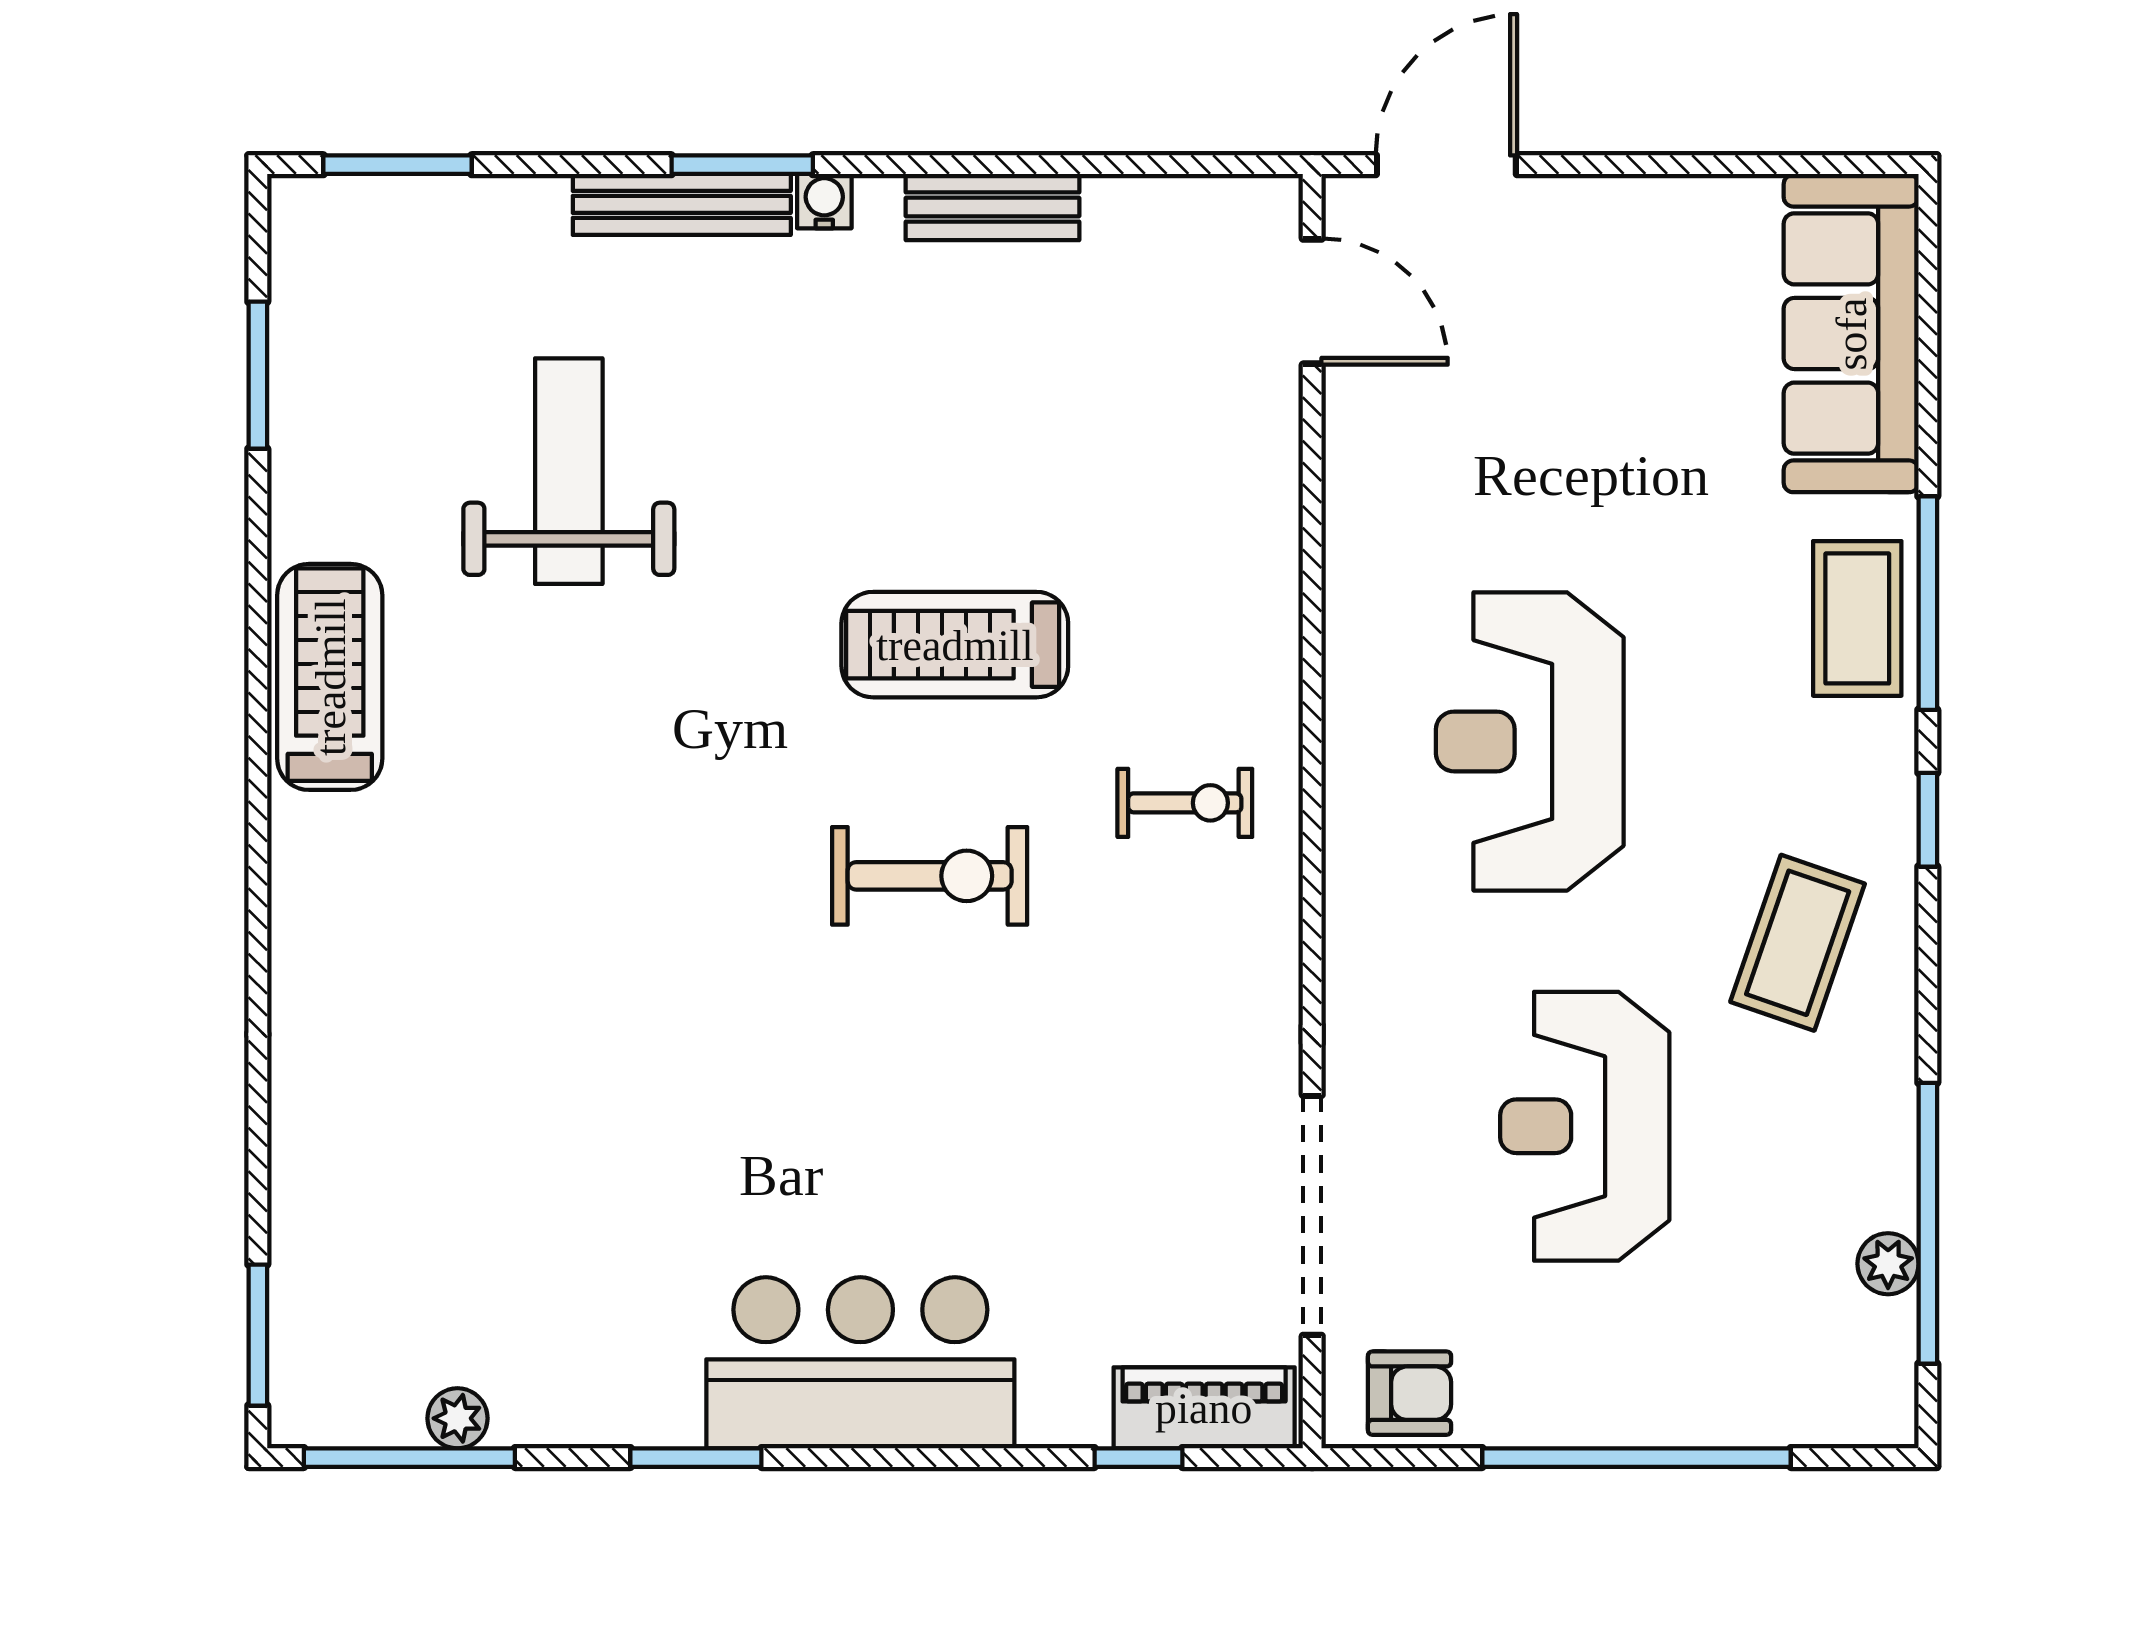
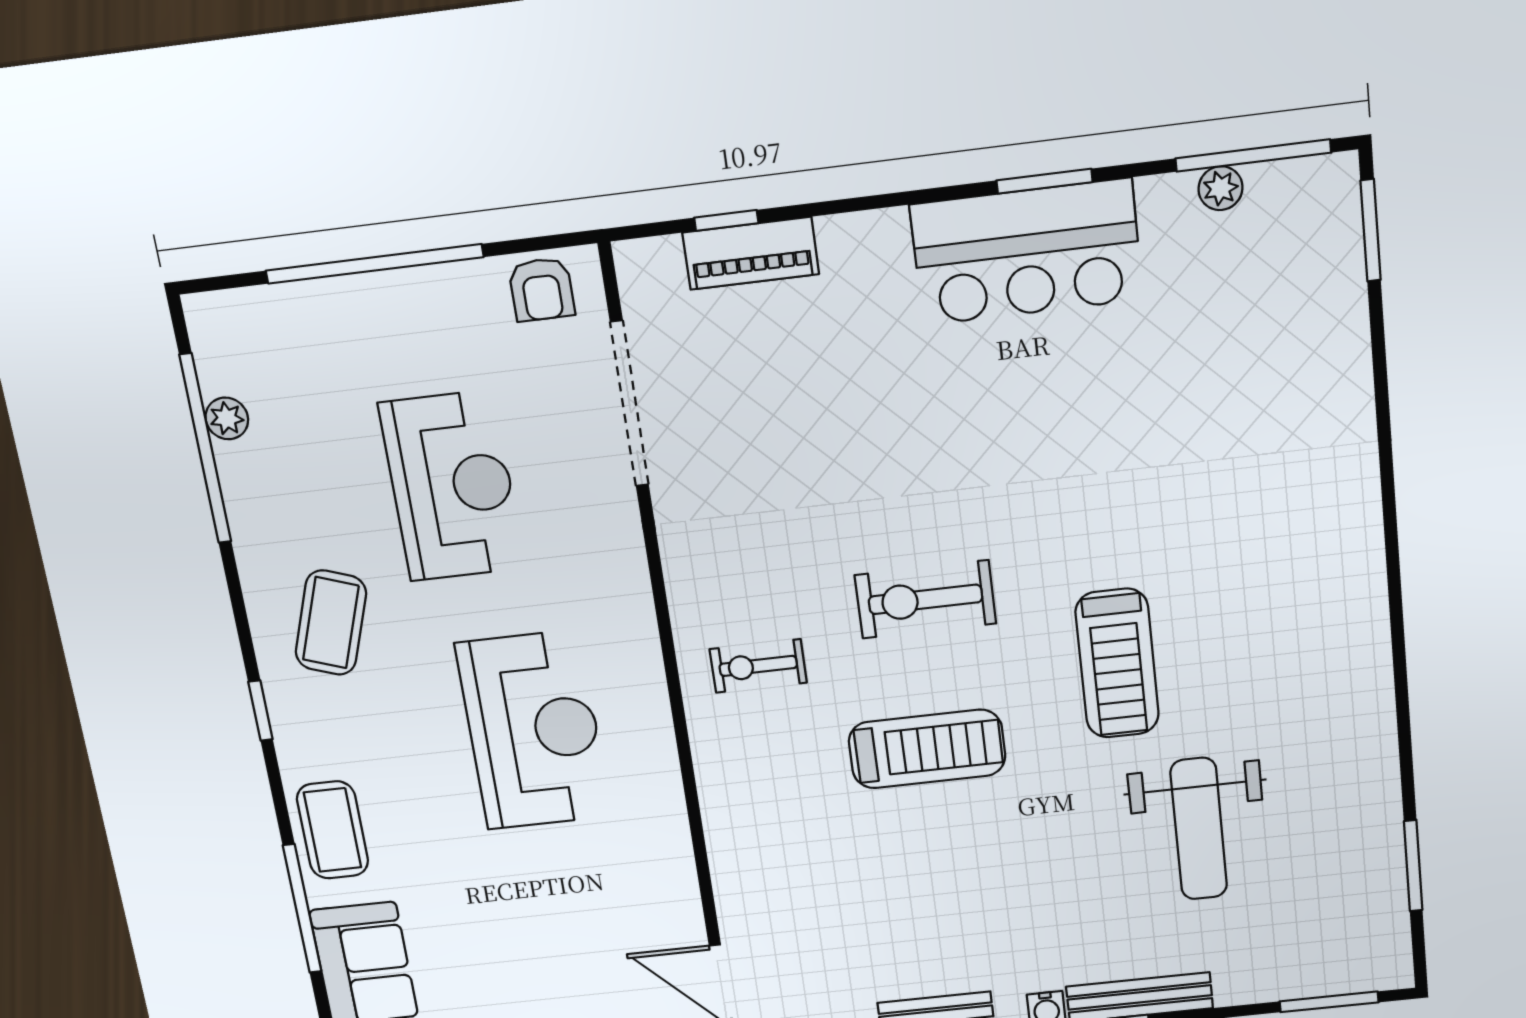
window: (1928, 603) -> (302, 909), moved
treadmill: (330, 677) -> (1117, 663), moved
bar counter: (860, 1363) -> (1027, 252), moved
armchair: (1410, 1393) -> (542, 289), turned -90
piano: (1204, 1408) -> (751, 253), moved

